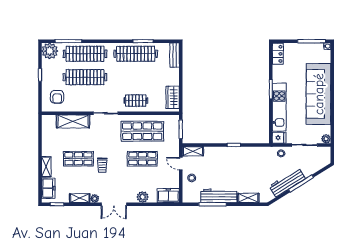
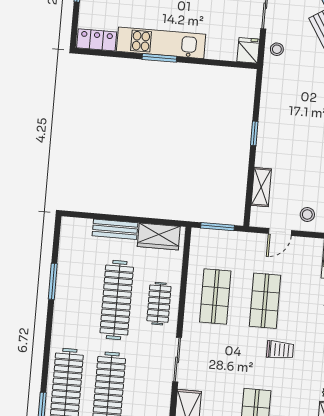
clothes rail: (136, 54) -> (117, 300), moved
bench: (175, 55) -> (115, 229), moved
kitchen unit: (279, 107) -> (161, 43), moved
shop shelf: (142, 131) -> (215, 296), width x0.70, depth x0.74
shelving: (193, 151) -> (261, 187), moved
trolley: (102, 165) -> (280, 350), moved

